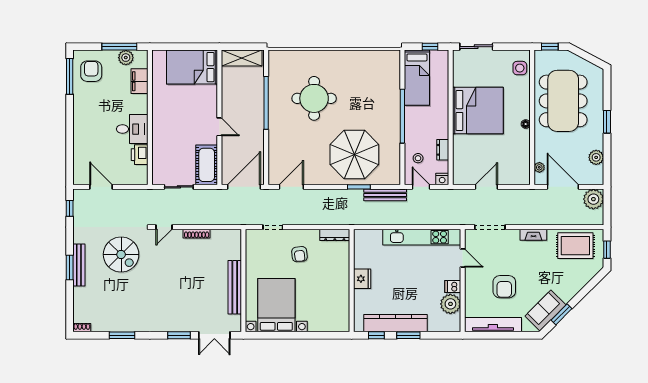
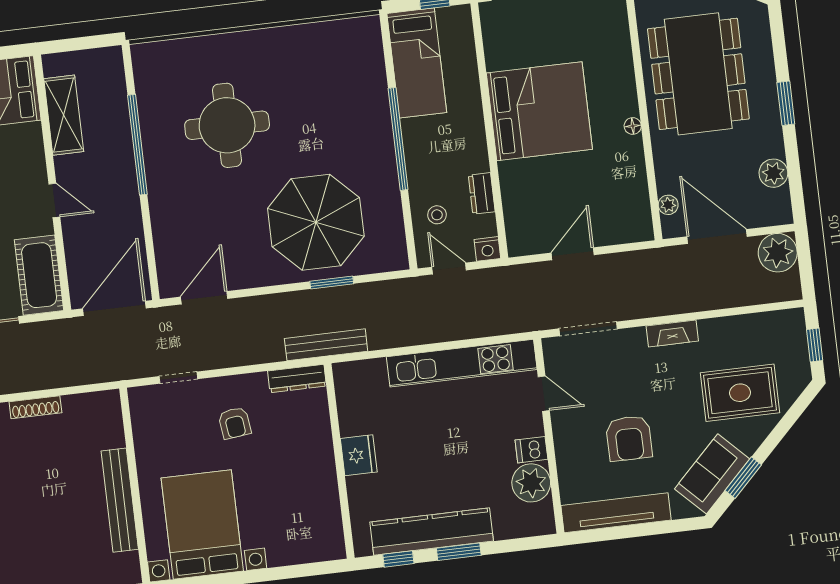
shelving: (242, 58) -> (64, 115), moved, turned 90
side table: (520, 68) -> (609, 22), removed
bench: (385, 195) -> (326, 345), moved
rug: (575, 246) -> (740, 393), moved

